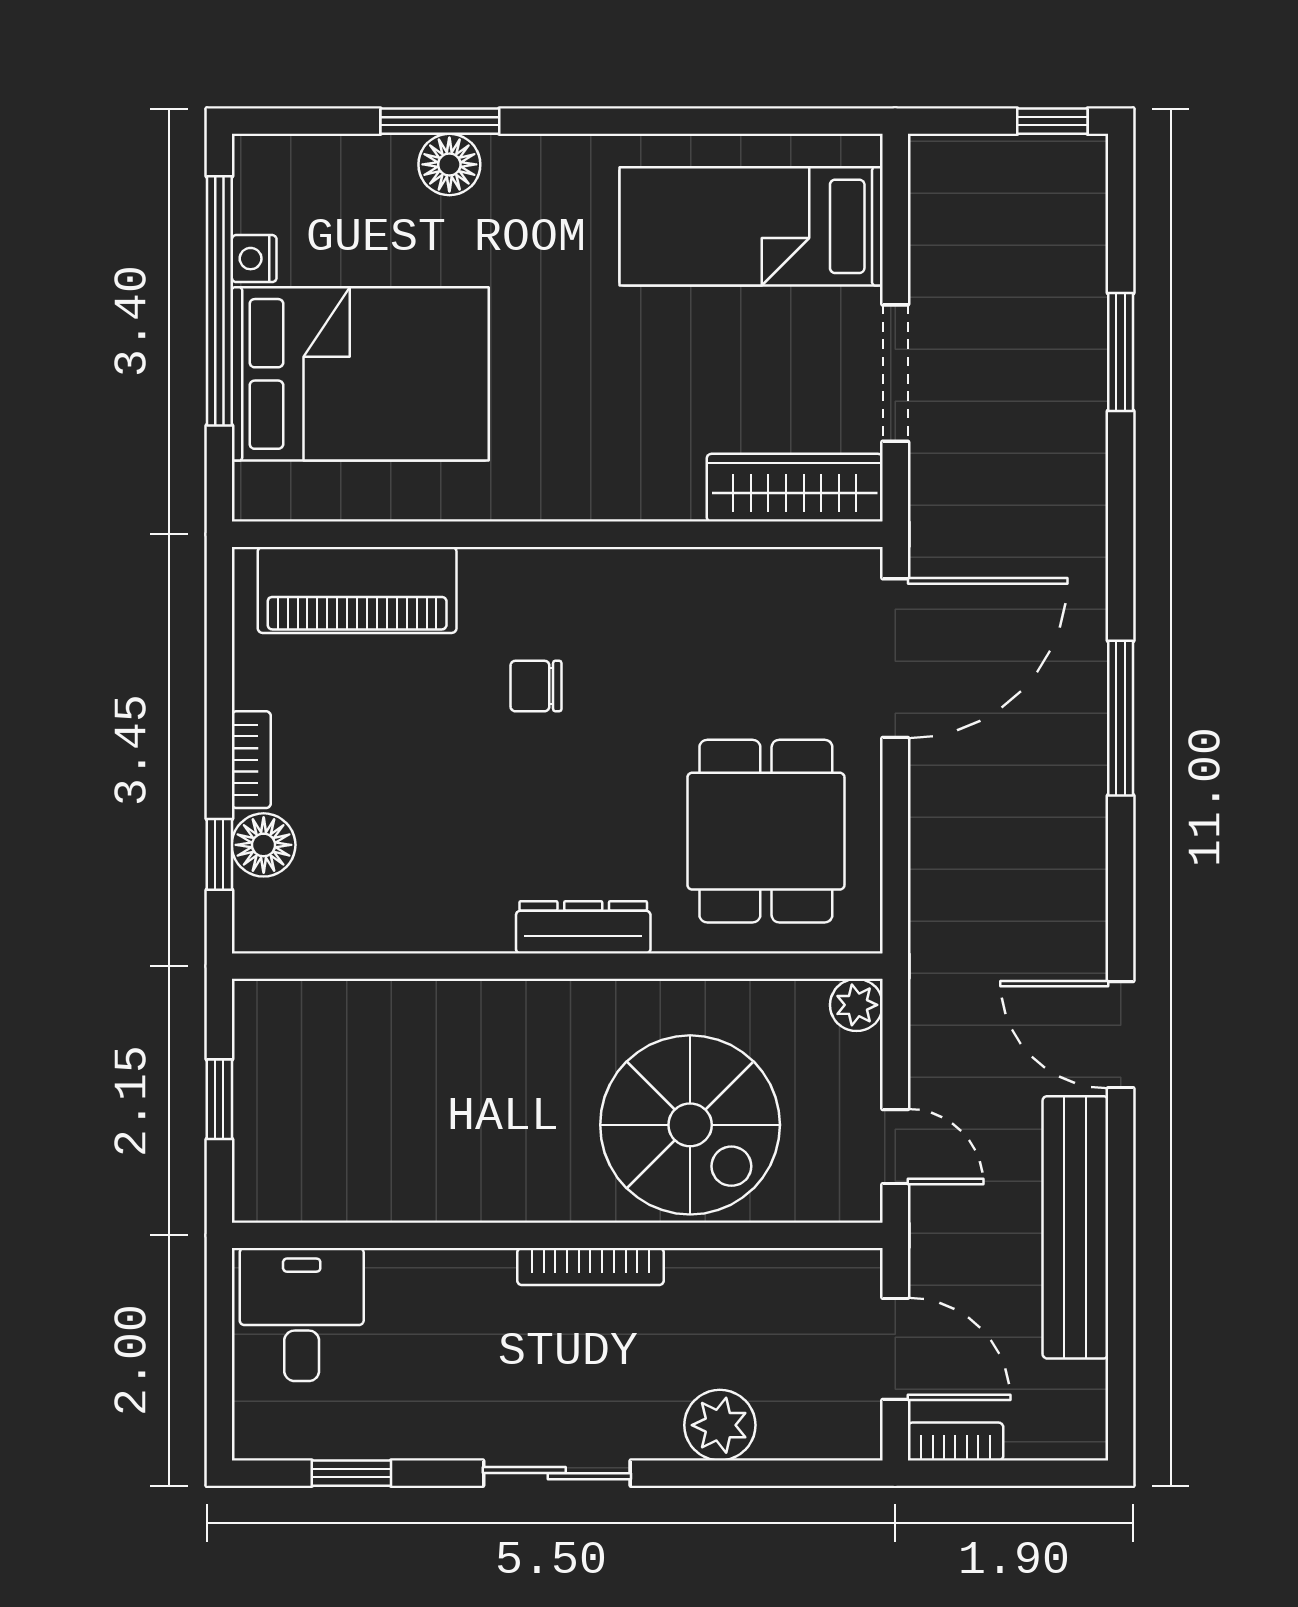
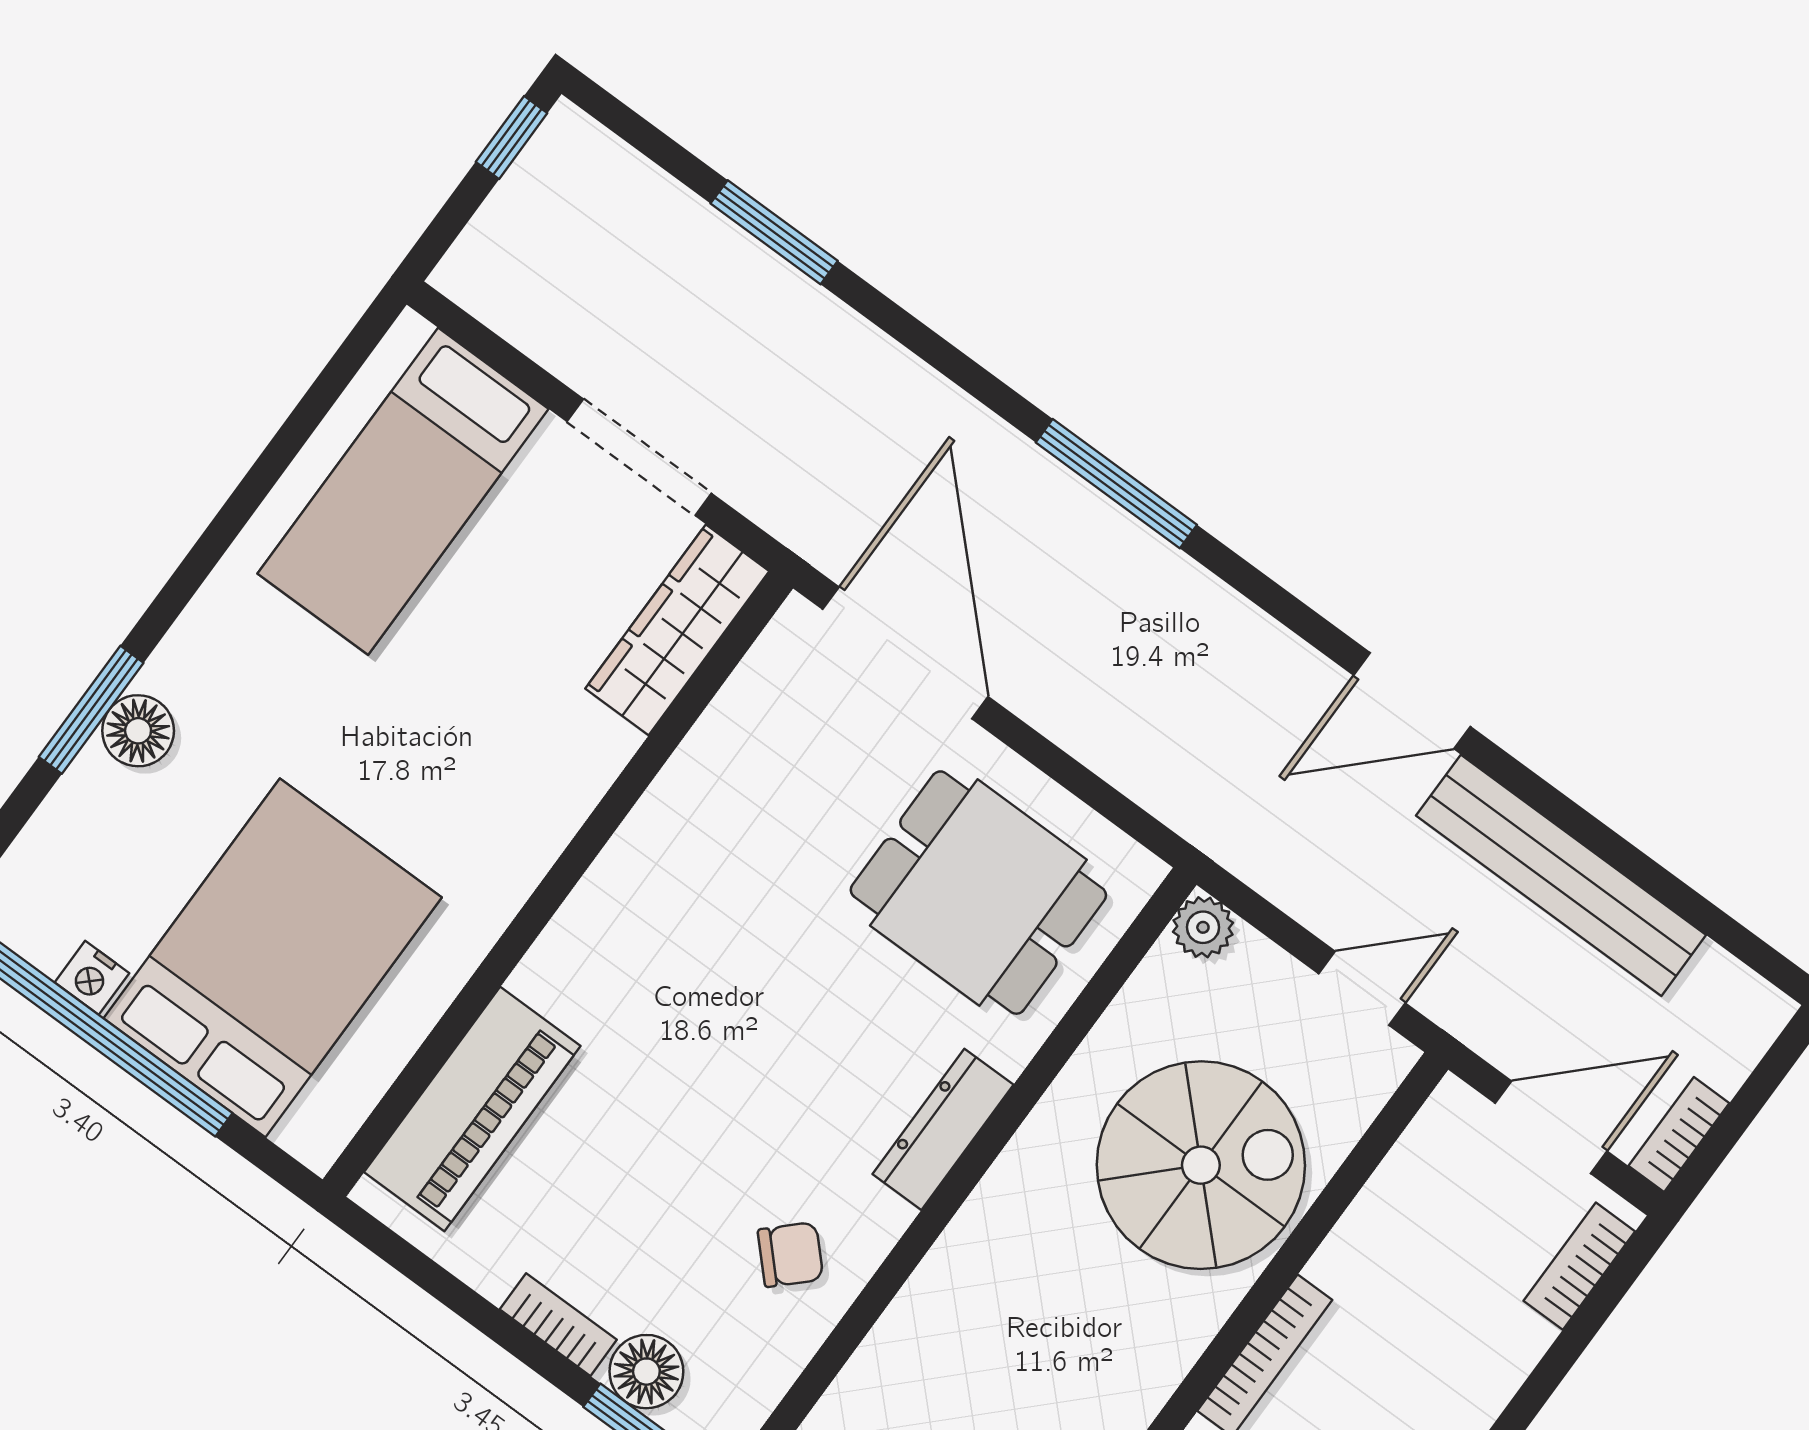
chair: (536, 686) -> (790, 1255), moved, turned -134
plant: (720, 1425) -> (1502, 1343), removed
bookcase: (813, 1439) -> (1579, 1266), added

